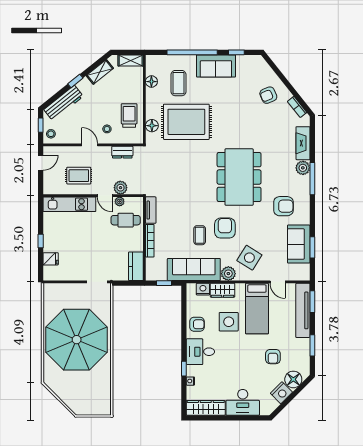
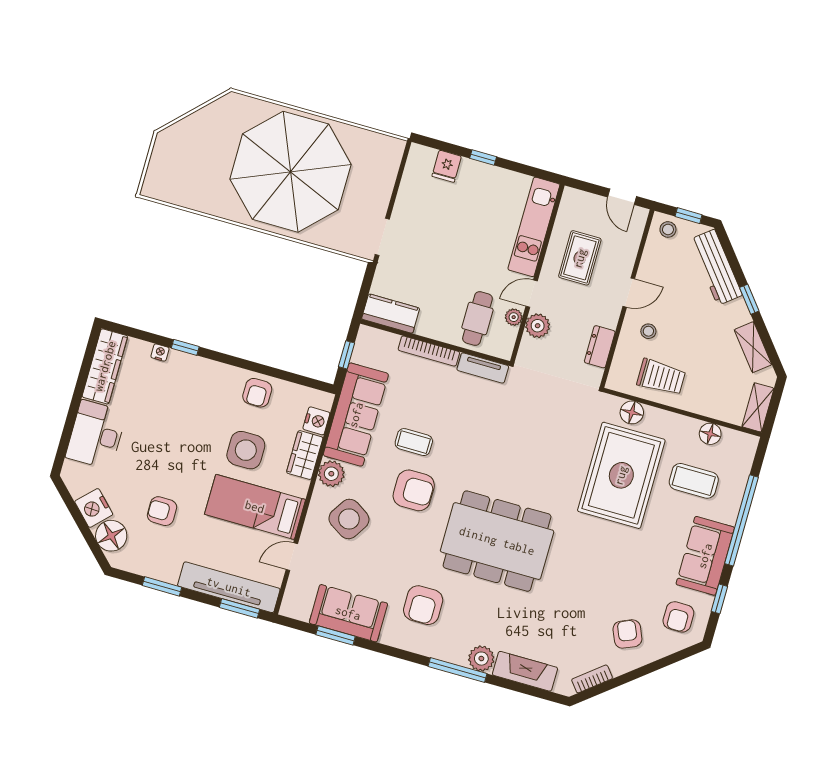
armchair: (252, 71) -> (678, 617), added
desk: (200, 352) -> (207, 385), removed

